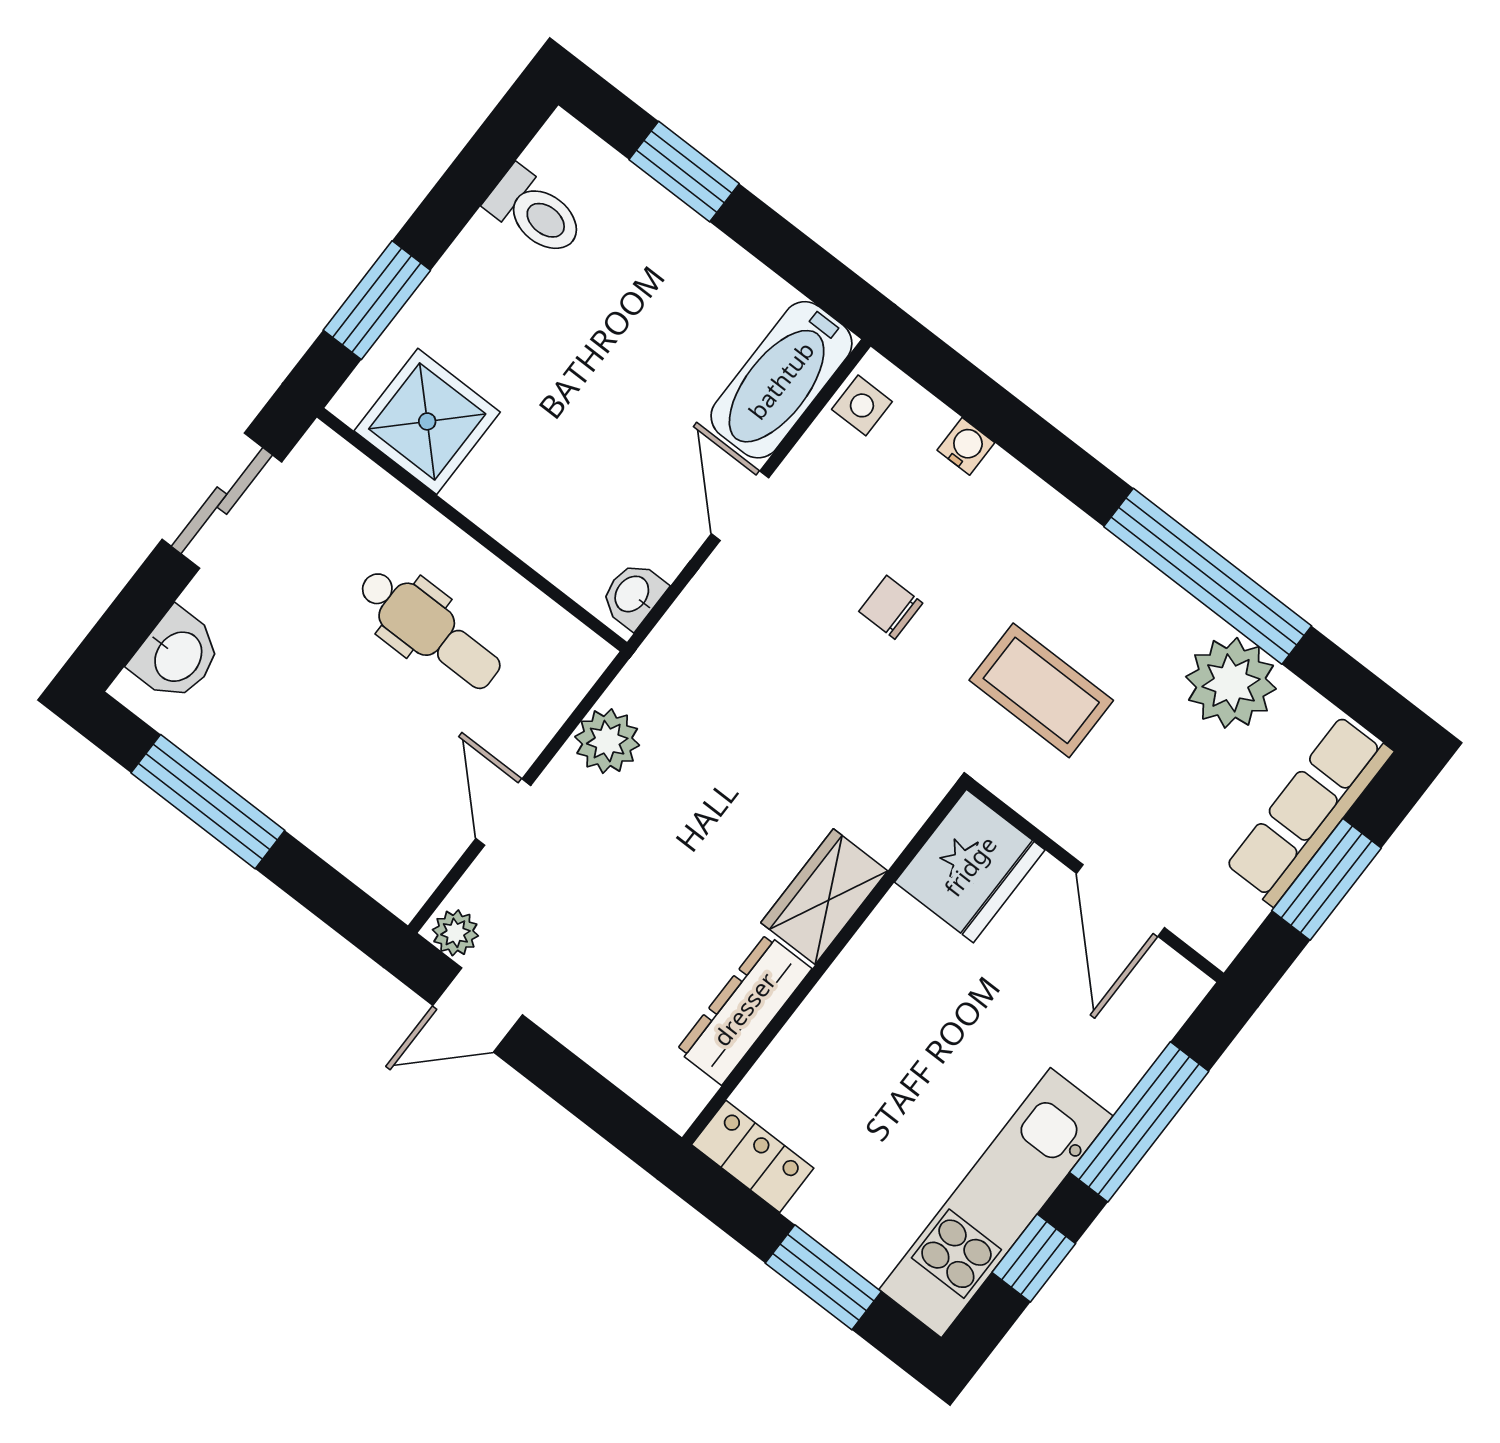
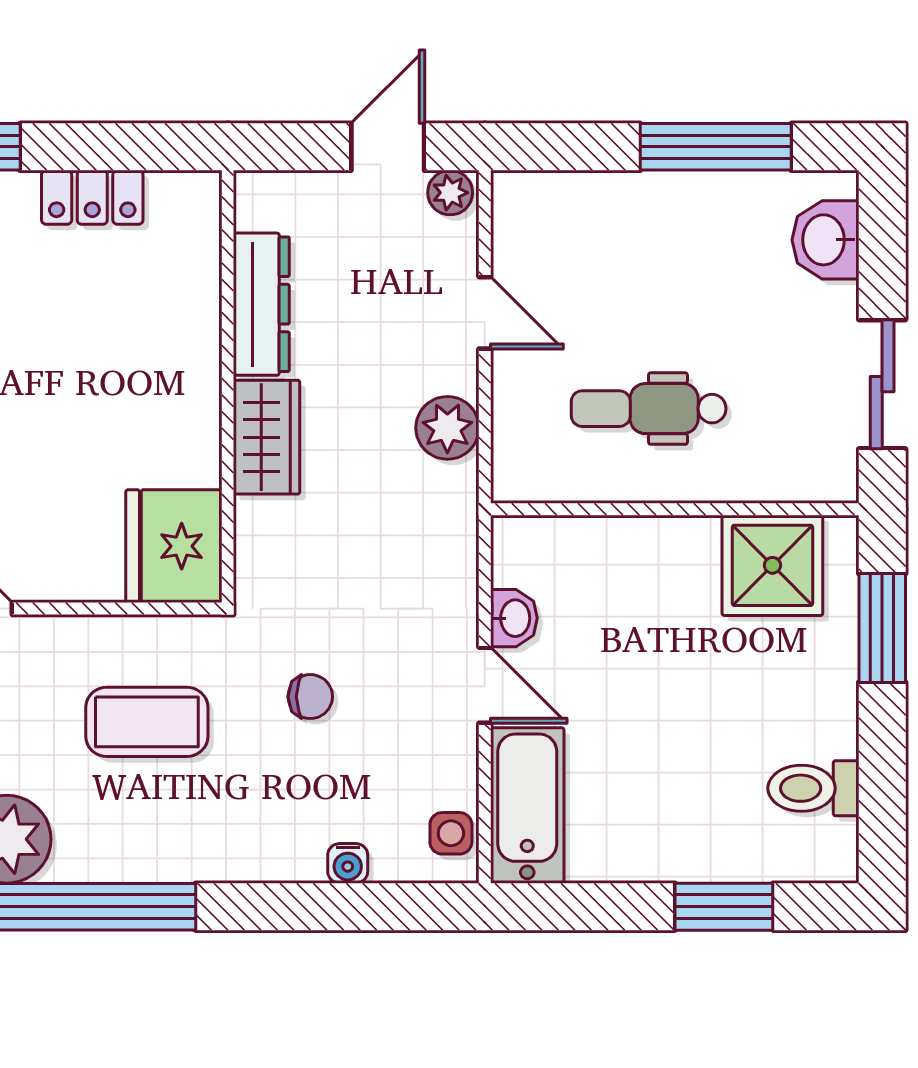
washbasin: (633, 595) -> (514, 618), moved
fridge: (970, 866) -> (174, 546), moved
wardrobe: (824, 897) -> (267, 437), moved
wall: (824, 963) -> (228, 386), moved
dresser: (744, 1009) -> (261, 304), moved

